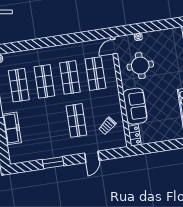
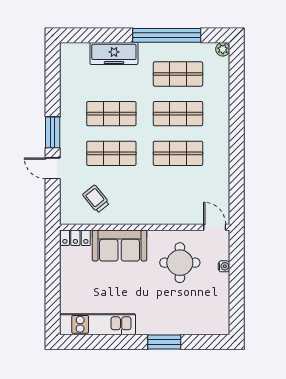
shop shelf: (95, 74) -> (111, 114), moved
window: (53, 163) -> (53, 132), moved

